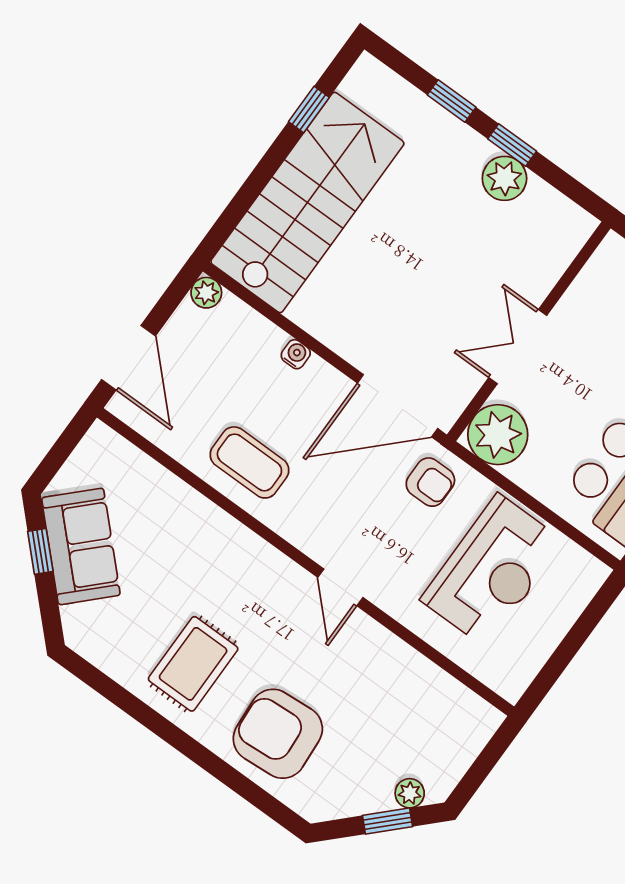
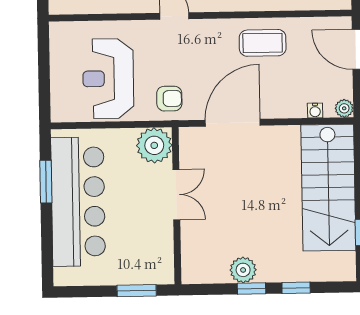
water cooler: (296, 354) -> (315, 111), moved
door: (398, 406) -> (233, 123), moved
armchair: (430, 482) -> (169, 99), turned 180

